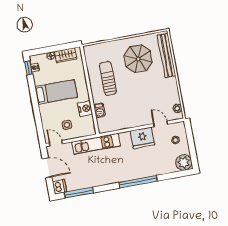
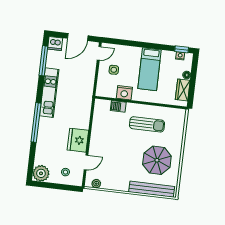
kitchen unit: (96, 144) -> (49, 93), moved, turned 180

